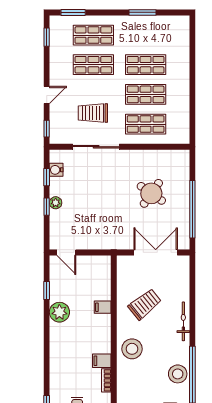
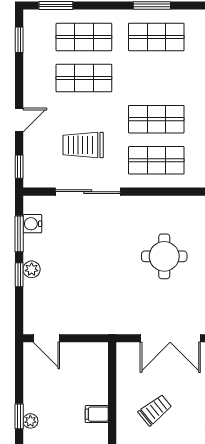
shop shelf: (146, 65) -> (156, 37), moved
window: (47, 177) -> (19, 234), width x1.50
round table: (151, 193) -> (164, 256), turned -35
double door: (156, 252) -> (170, 338), swing flipped
window: (47, 290) -> (19, 416), moved
trolley: (145, 304) -> (155, 410), width x0.73, depth x0.72
plant: (59, 312) -> (30, 421), width x0.53, depth x0.53

